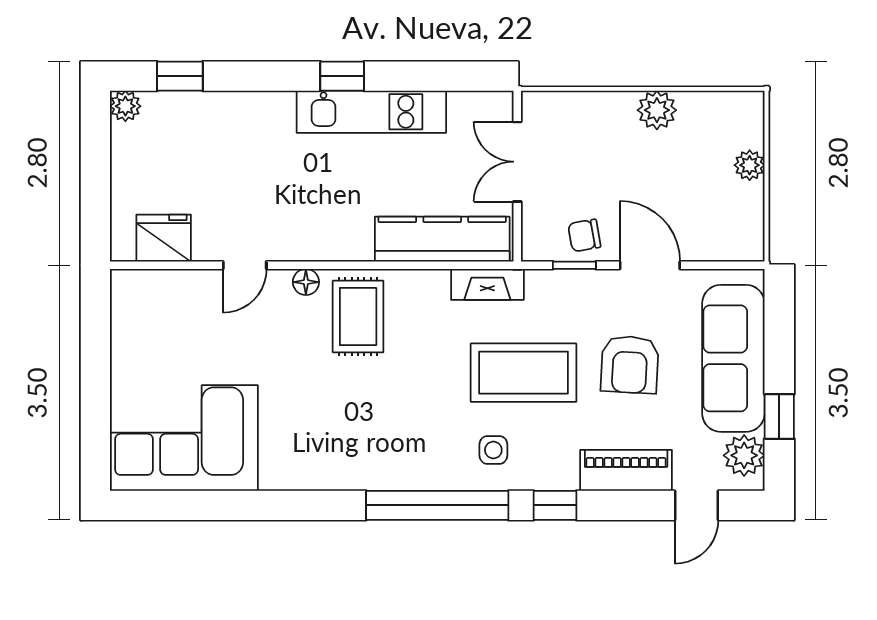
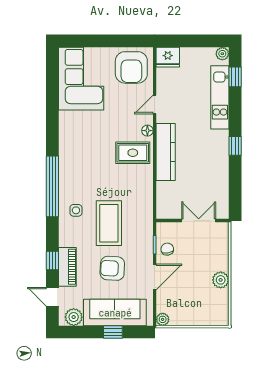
kitchen unit: (371, 112) -> (220, 97), moved
plant: (750, 165) -> (163, 319), moved
fridge: (164, 238) -> (168, 57), moved, turned 90
kitchen counter: (442, 239) -> (166, 152), moved
door: (245, 265) -> (155, 105), hinge flipped
fireplace: (487, 284) -> (146, 208), removed
armchair: (158, 320) -> (131, 67), added
window: (779, 417) -> (113, 332), moved
window: (555, 505) -> (52, 261), moved

